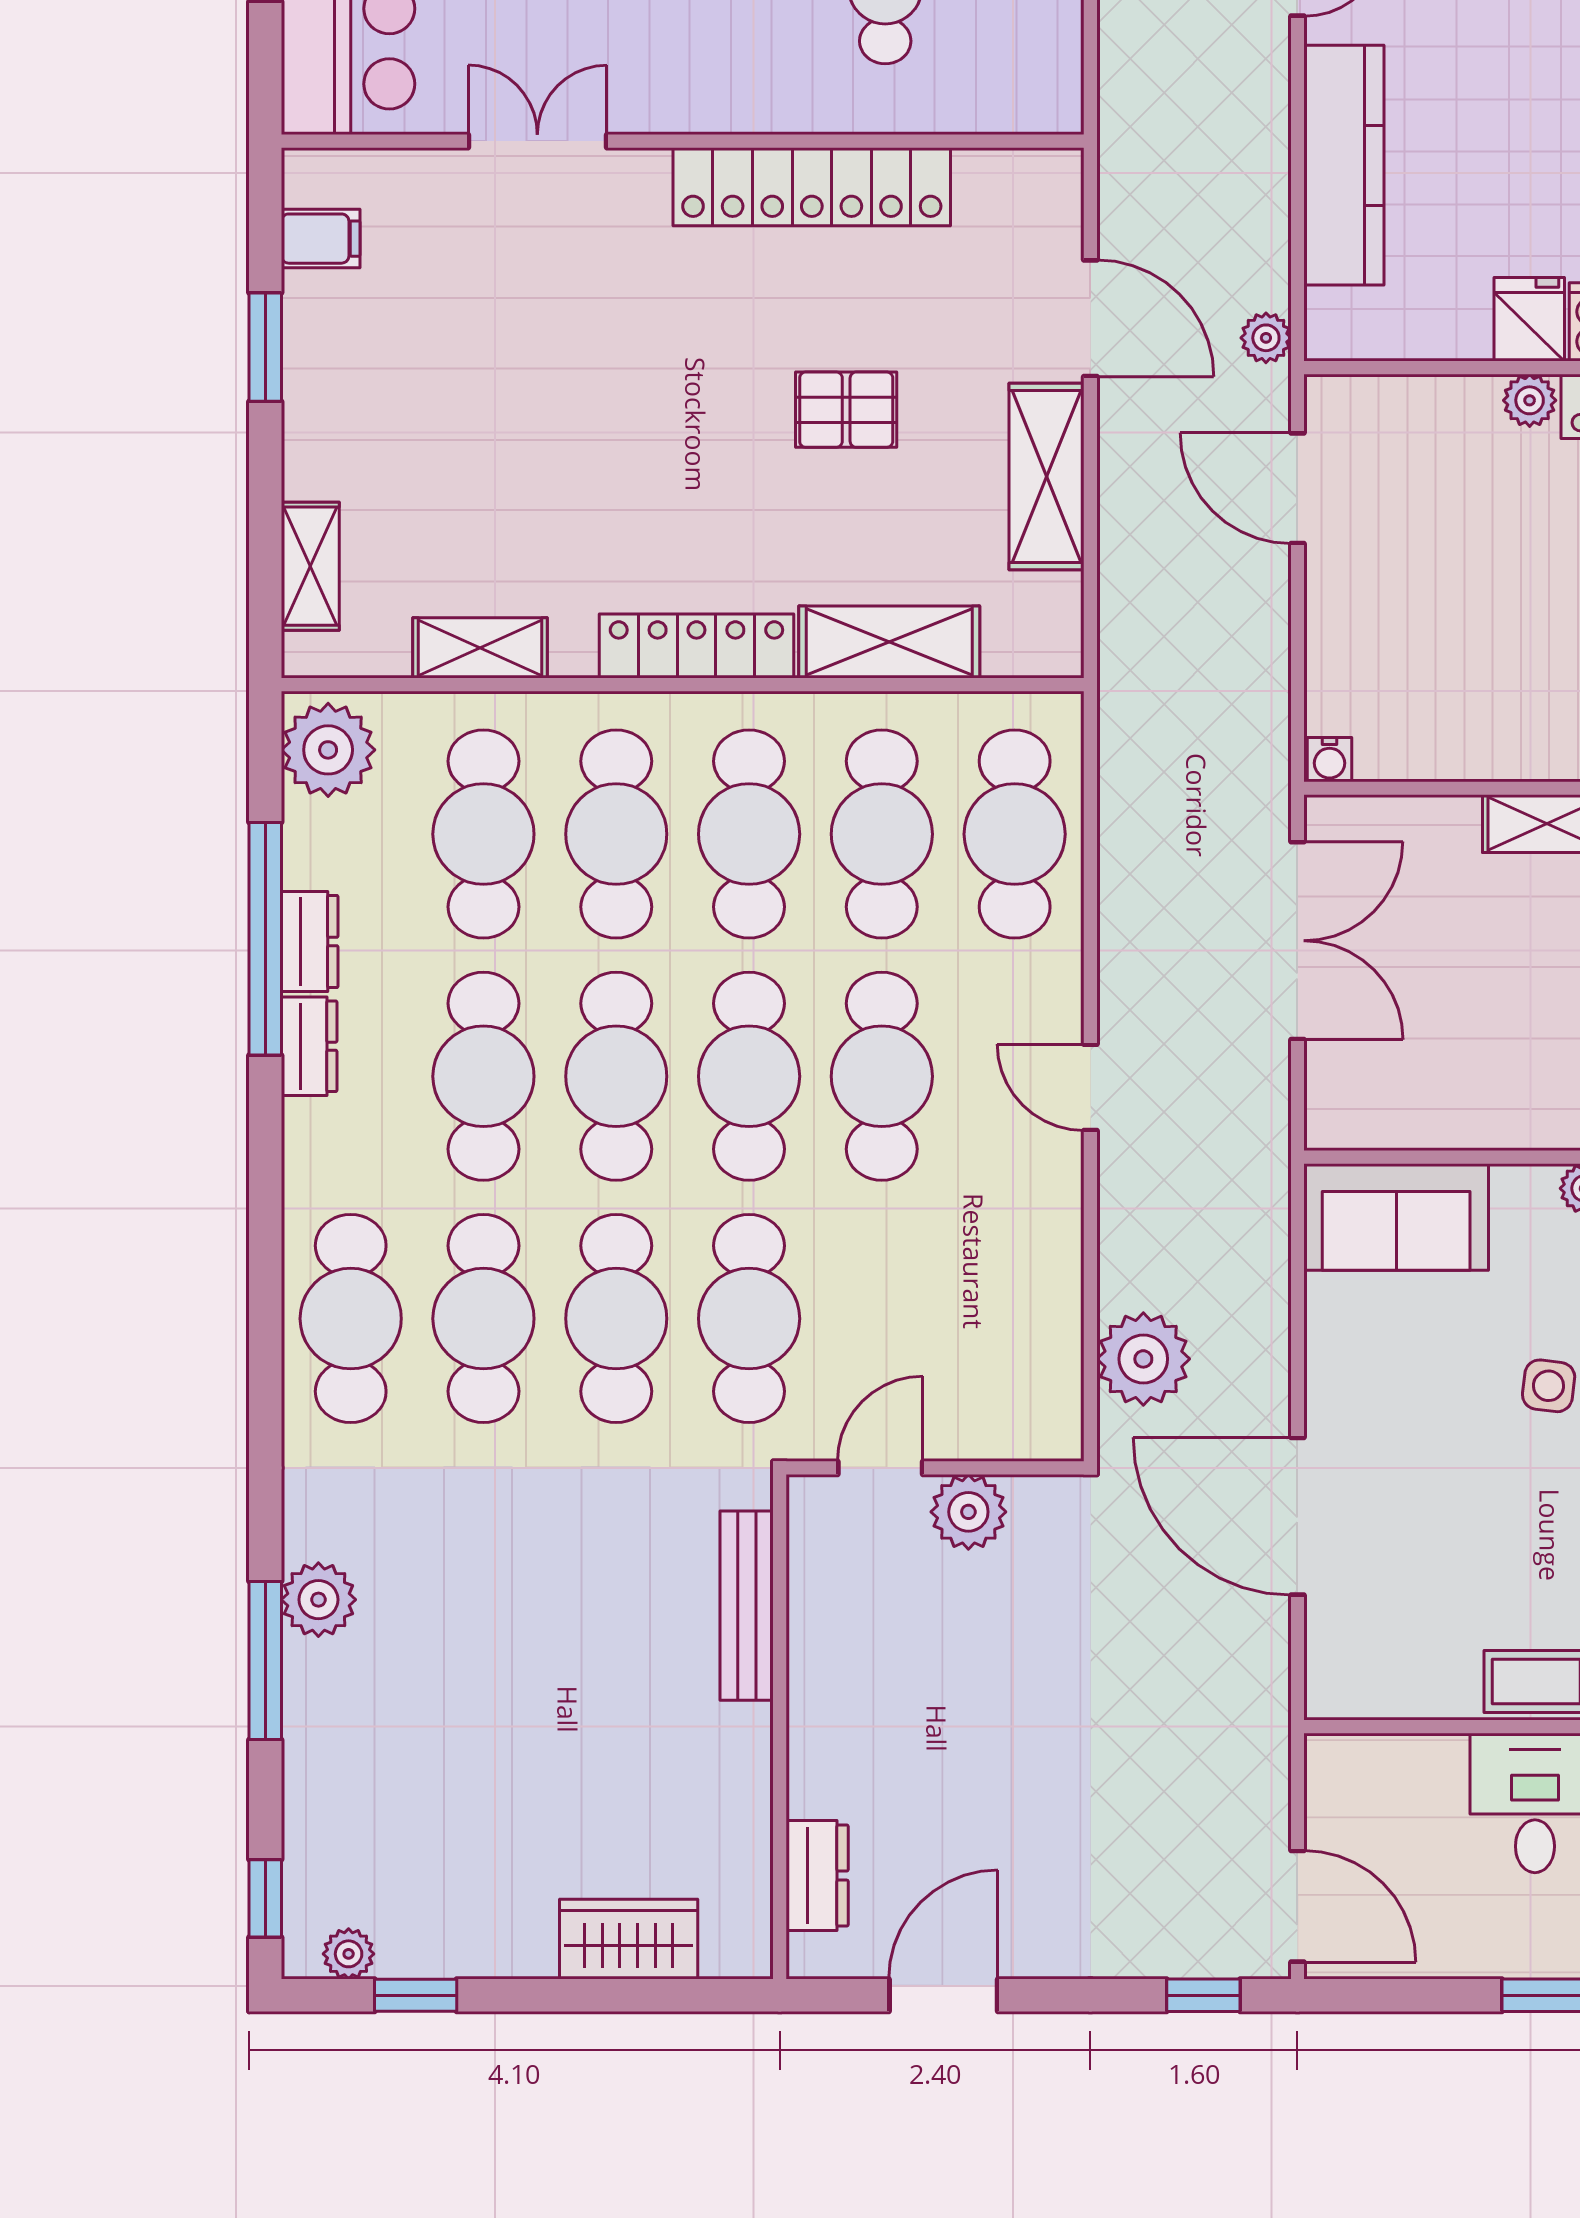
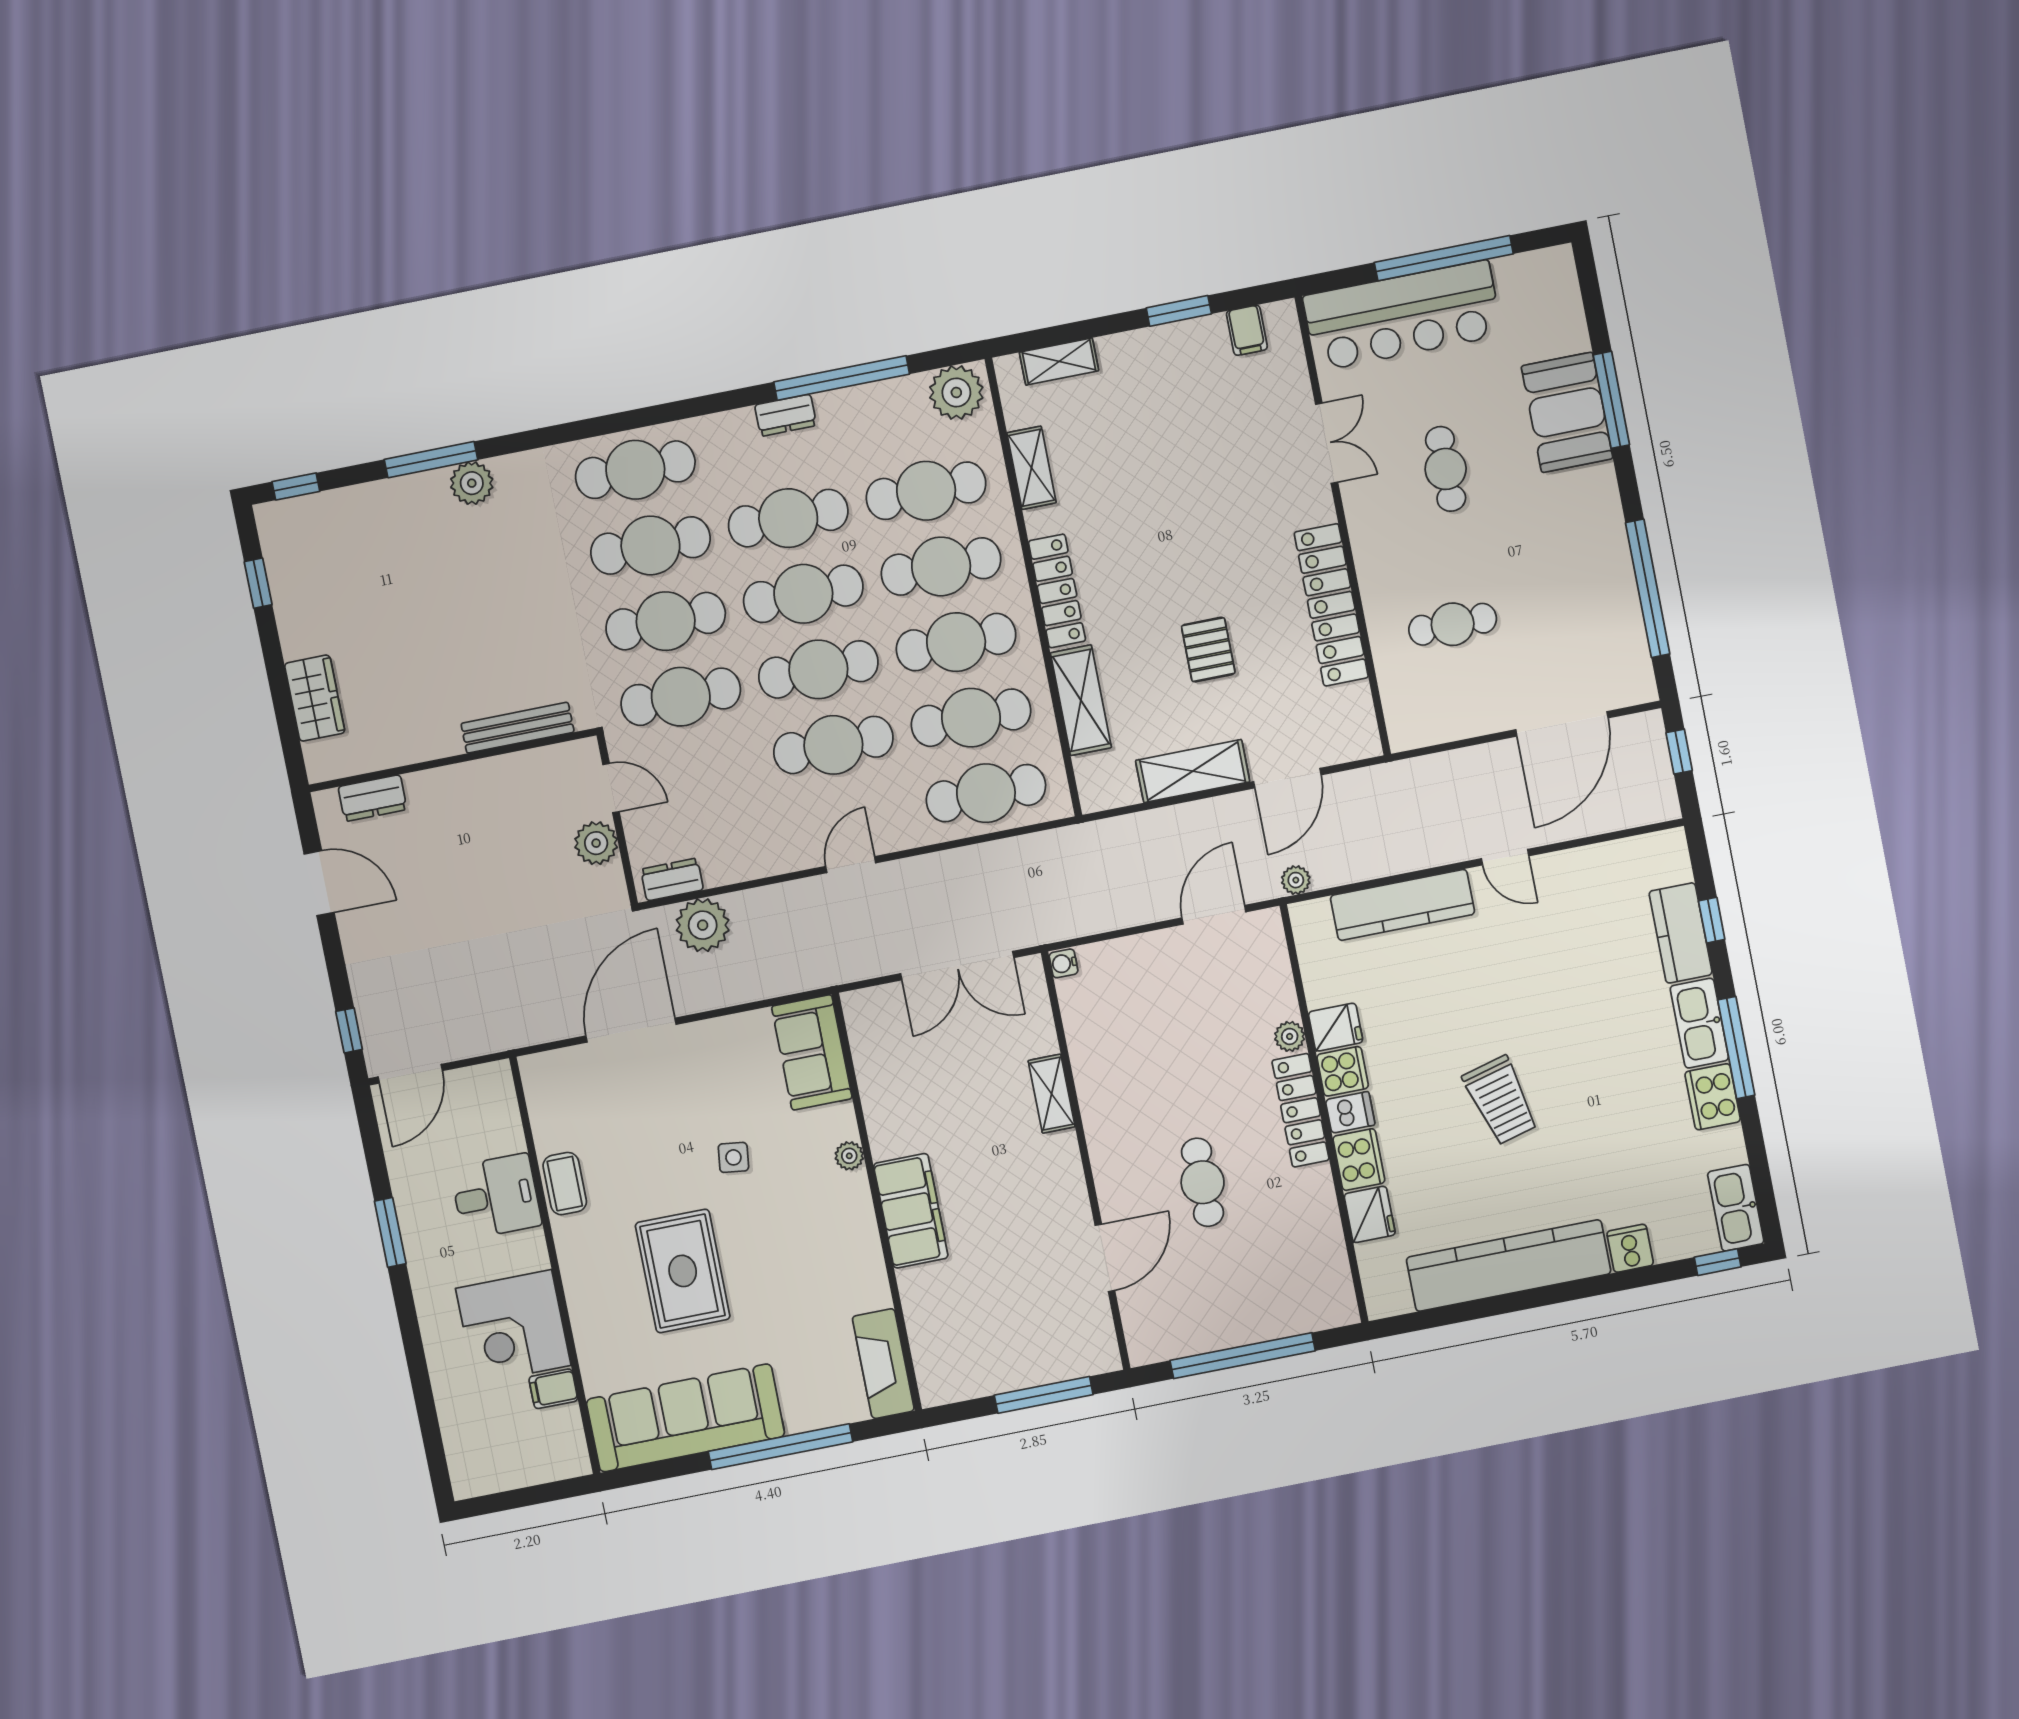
dresser: (310, 941) -> (672, 880), moved, turned 180
plant: (349, 1954) -> (274, 540), removed

